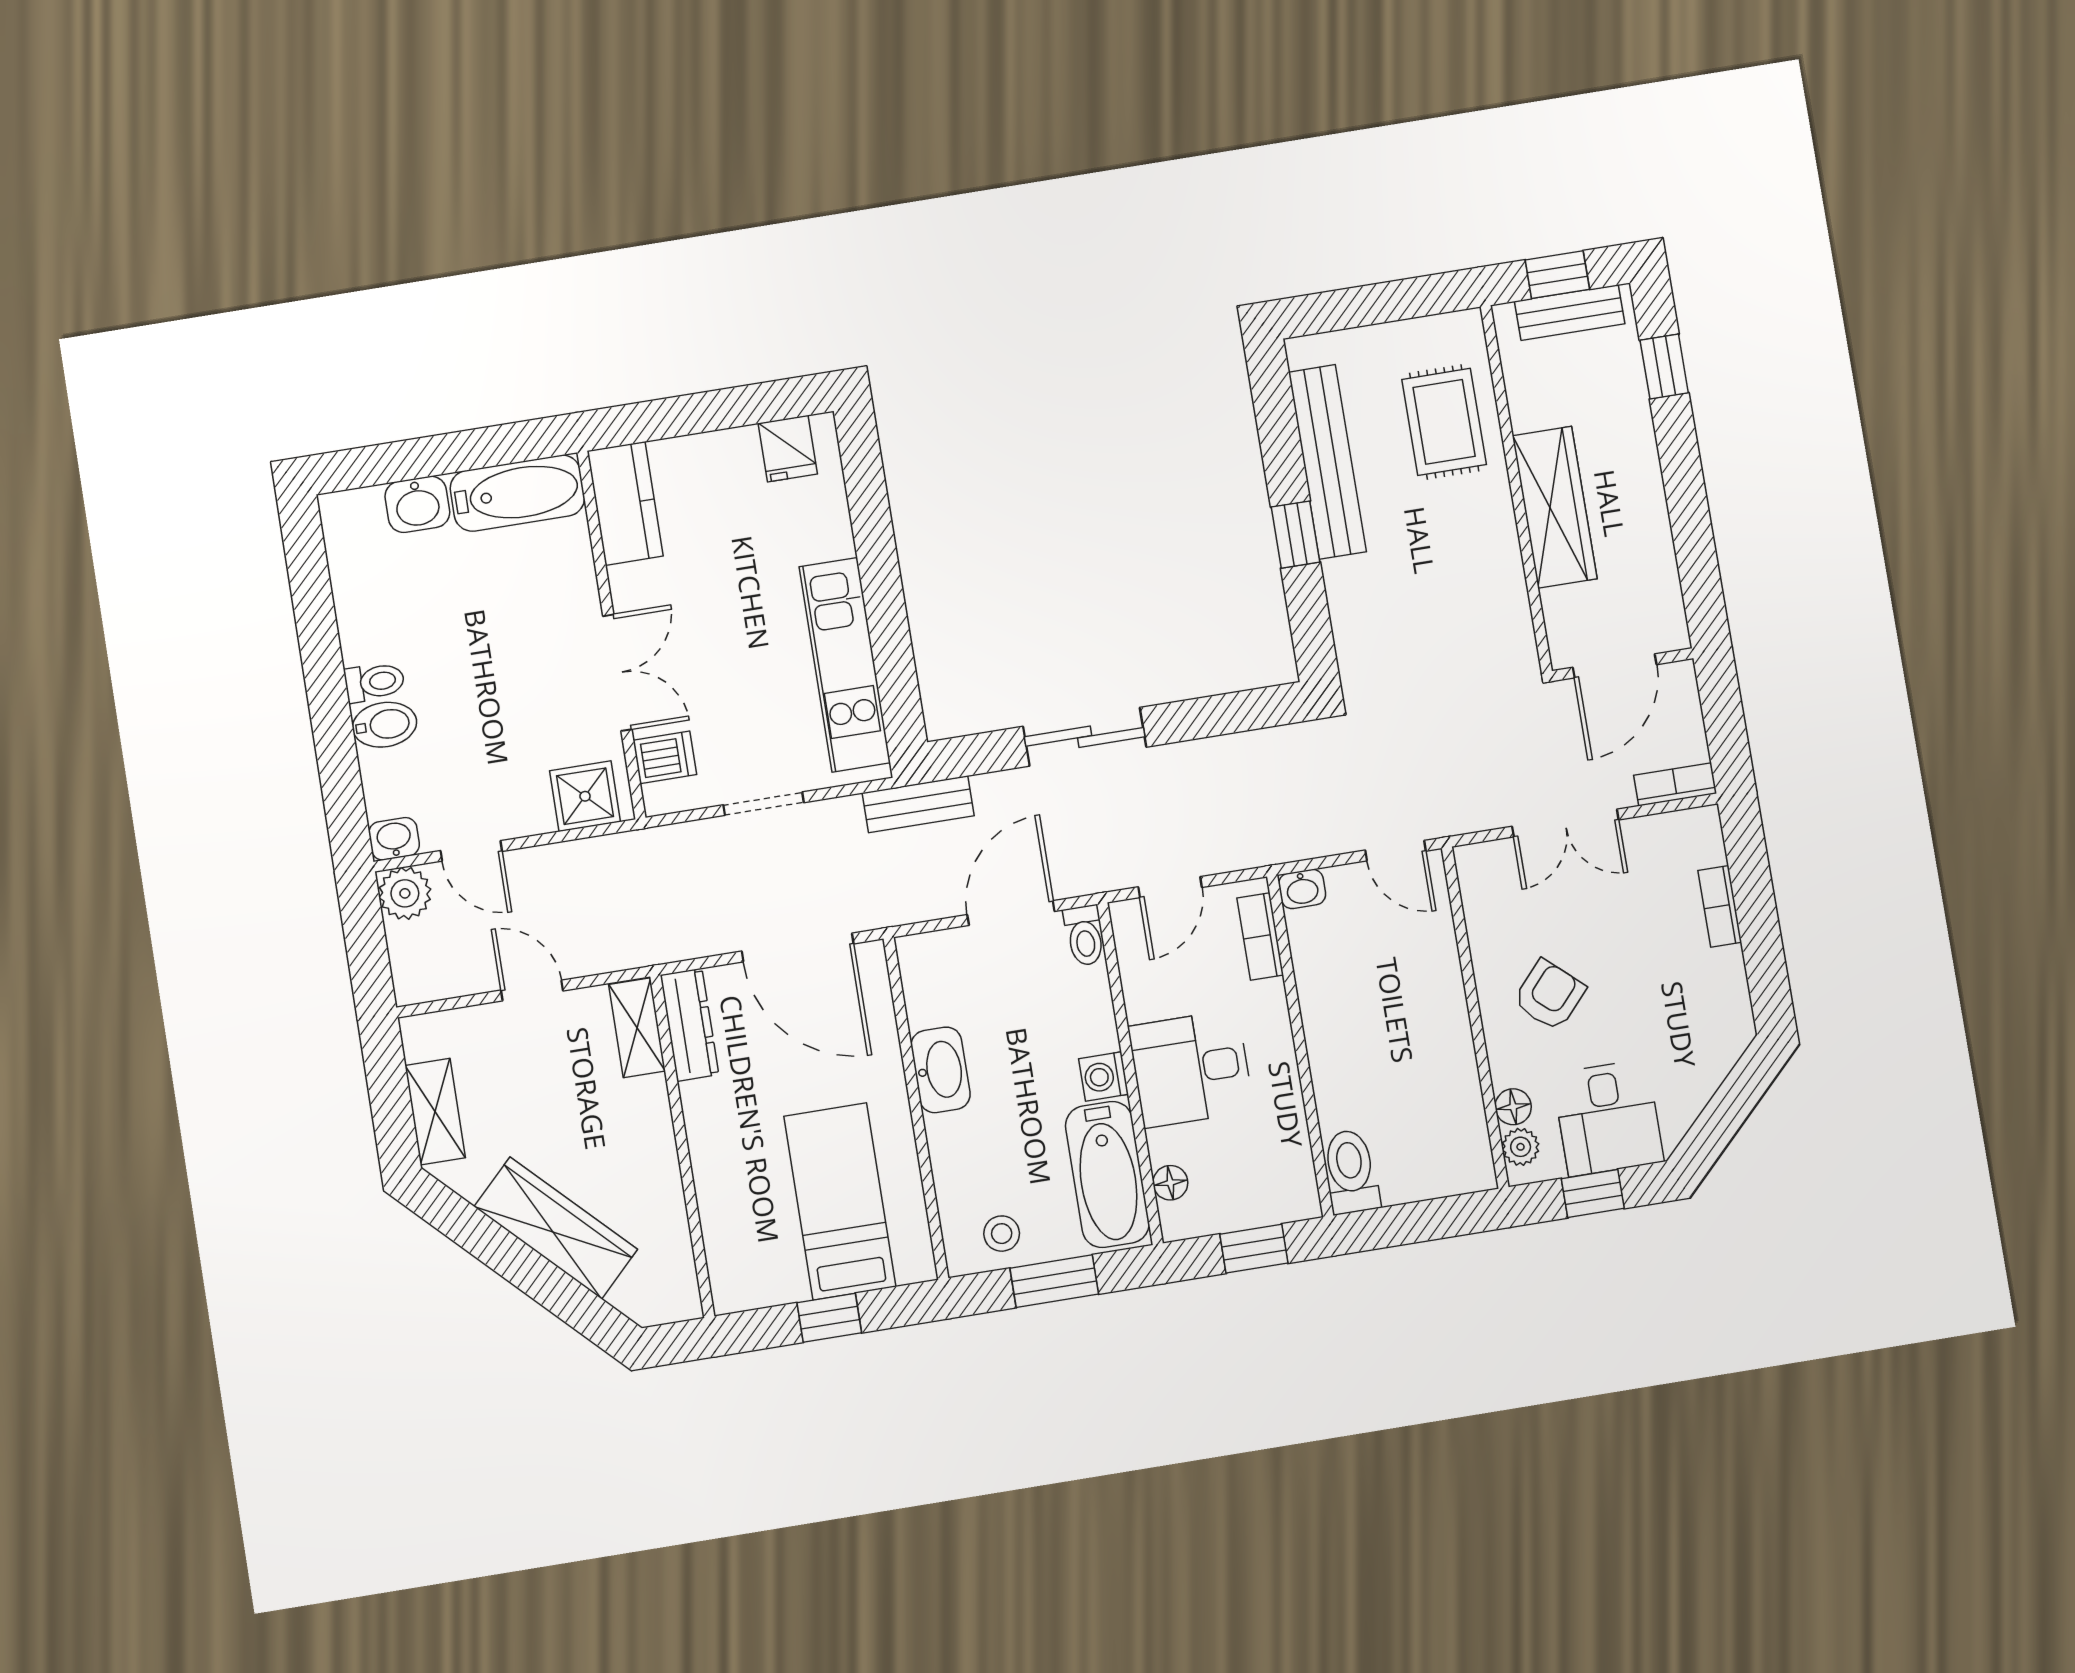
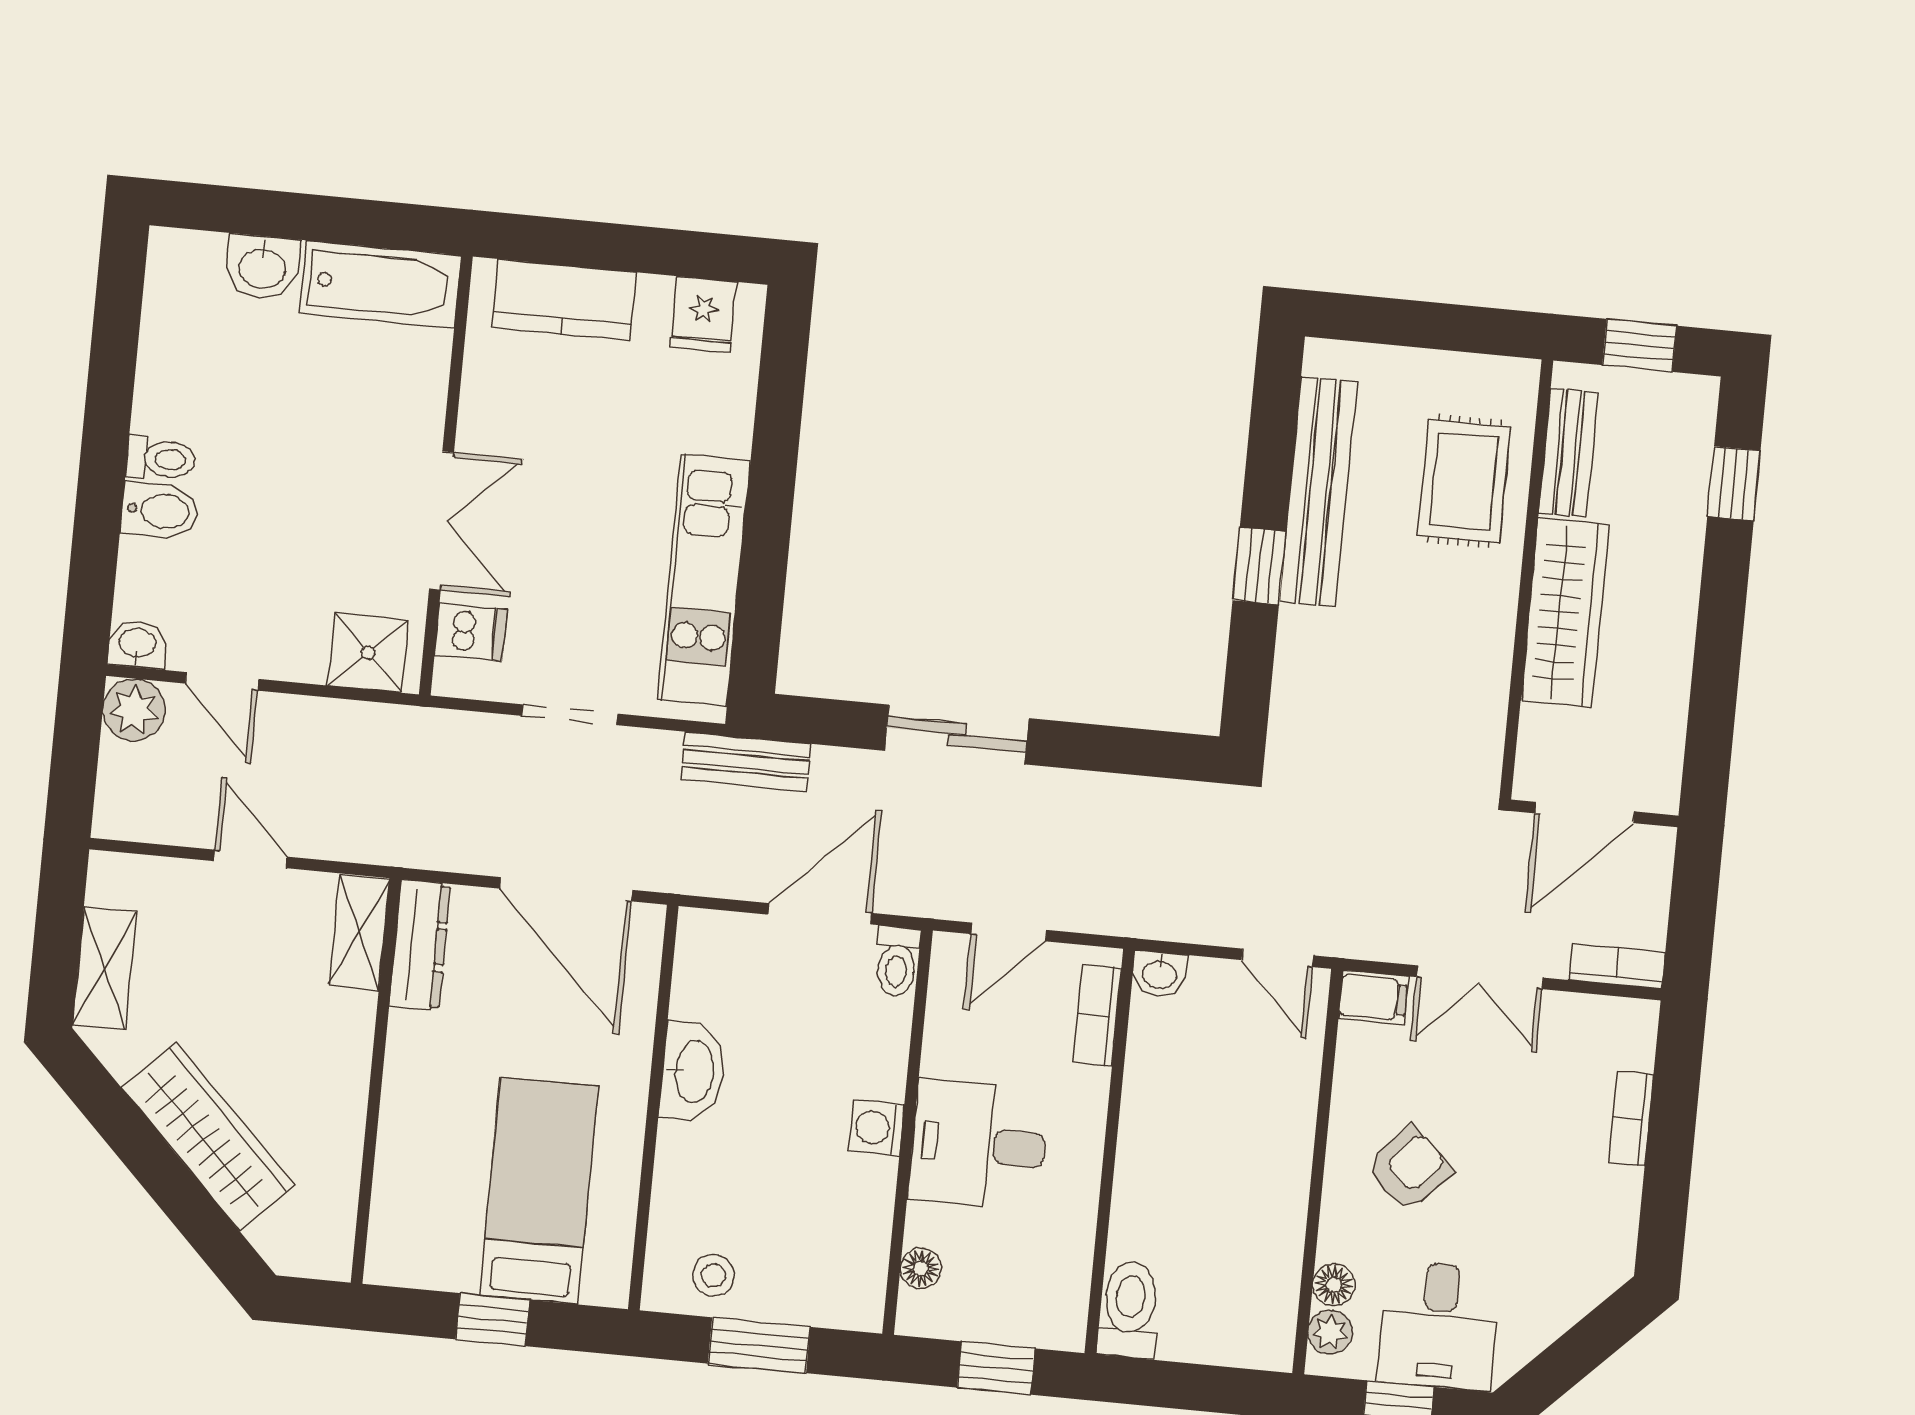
bench: (1570, 313) -> (1568, 453), moved, turned 90
kitchen counter: (625, 503) -> (564, 300), moved, turned 90
filing cabinet: (1482, 863) -> (1373, 997), added
bathtub: (1107, 1174) -> (851, 1240), removed

